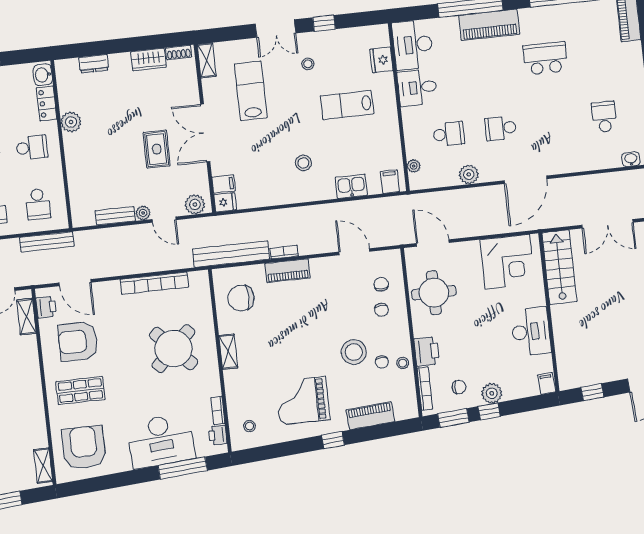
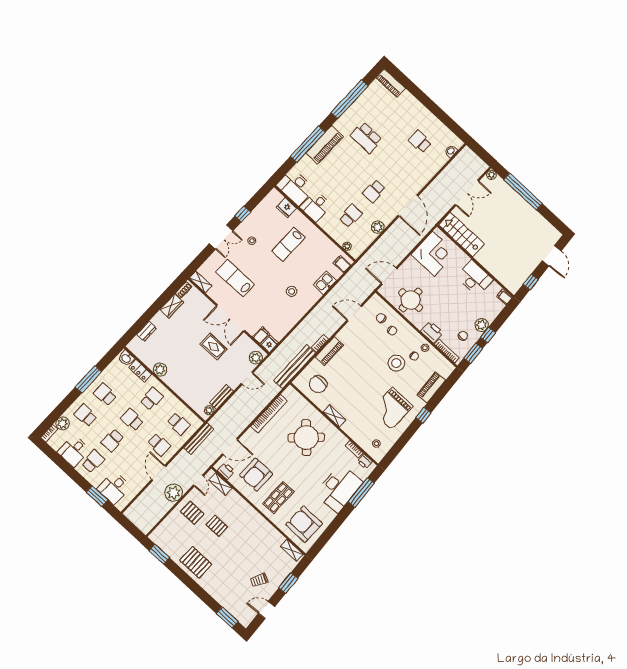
school desk: (545, 58) -> (366, 138), turned -90
plant: (143, 213) -> (209, 410), moved

